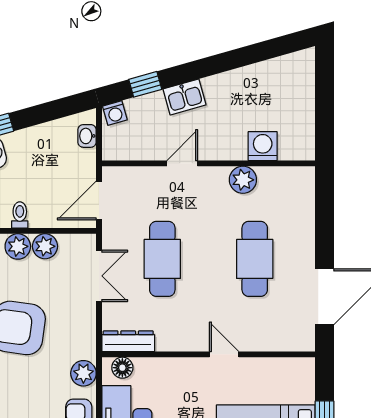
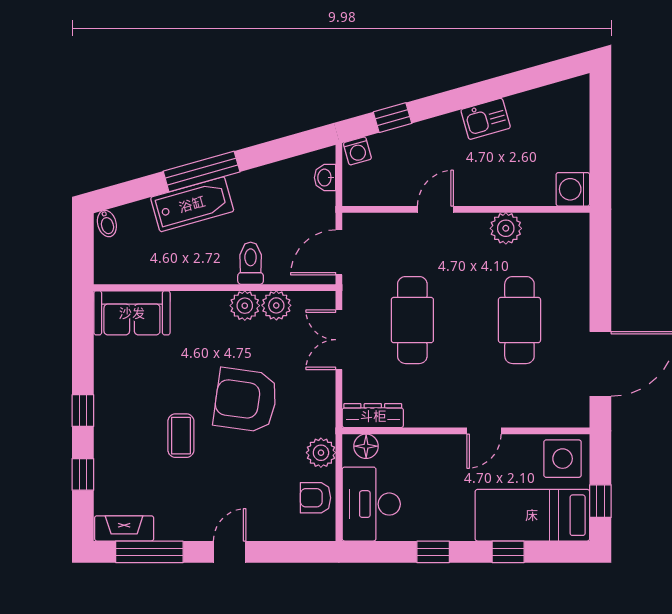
kitchen sink: (185, 97) -> (486, 119), moved
washing machine: (263, 146) -> (573, 189), moved, turned -90
toilet: (20, 215) -> (251, 263), width x1.37, depth x1.39
double door: (99, 276) -> (339, 340), swing flipped
door: (224, 354) -> (484, 431), swing flipped
side table: (292, 378) -> (563, 459), added

